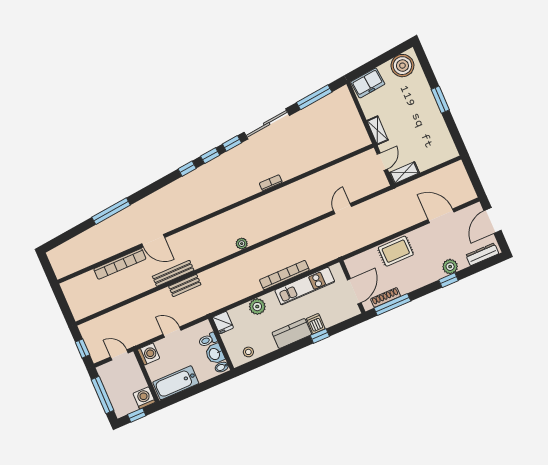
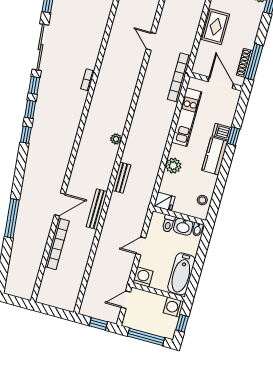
bookcase: (284, 275) -> (179, 77), moved
bench: (185, 285) -> (121, 178), moved

